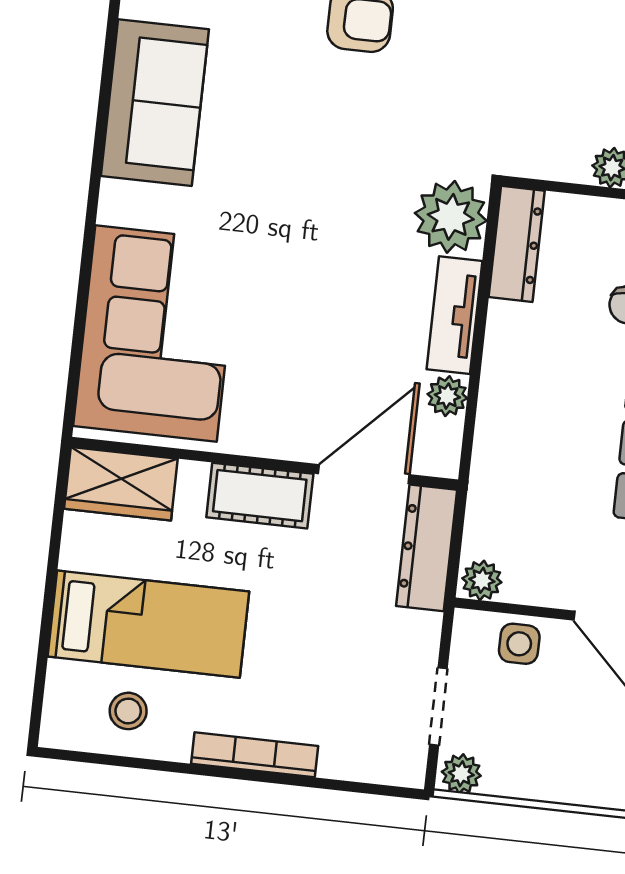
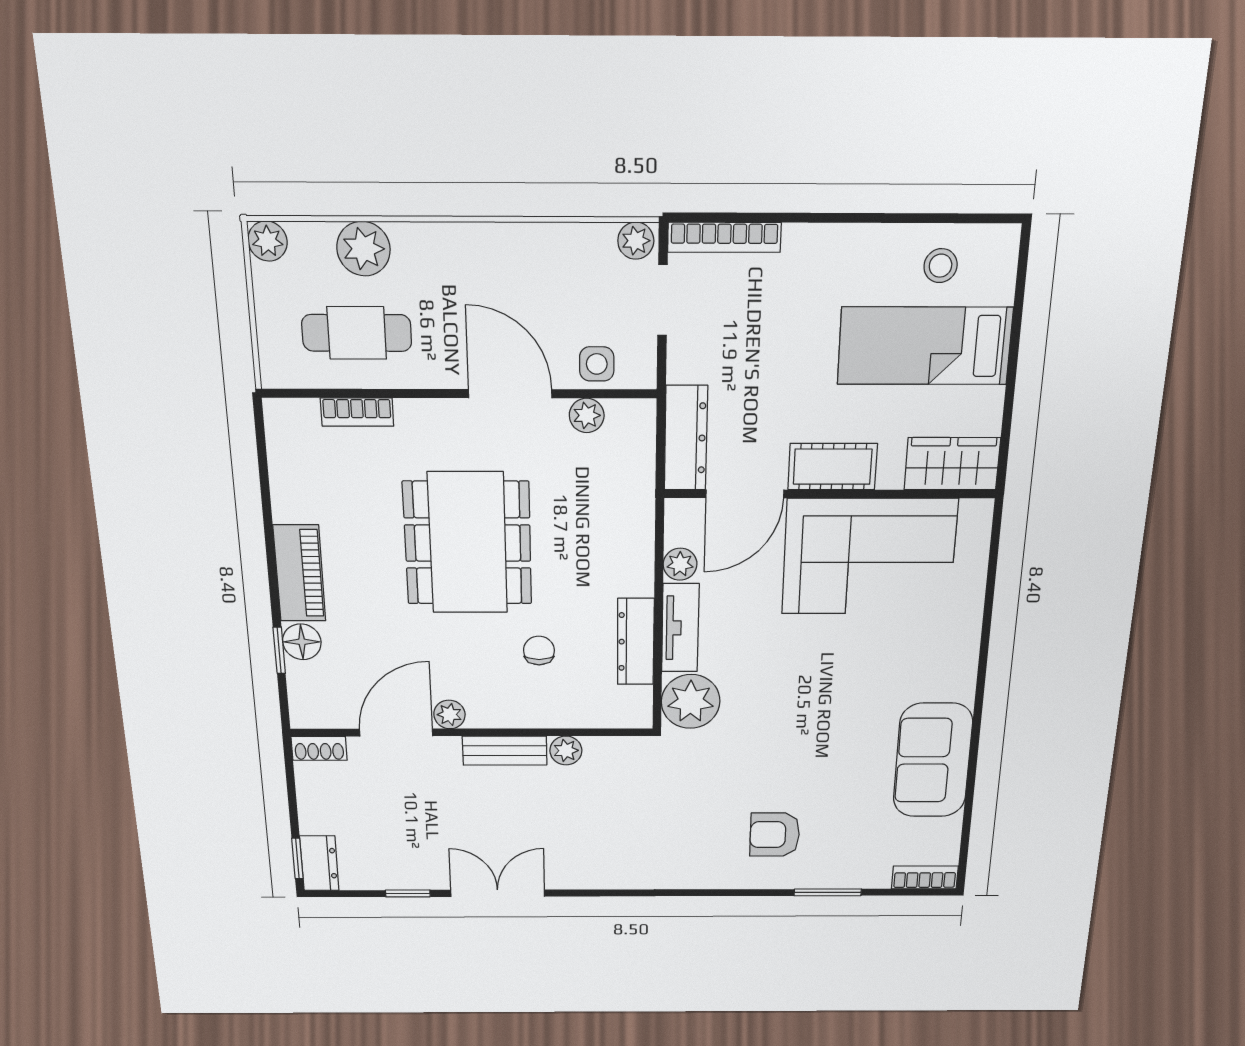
dresser: (517, 244) -> (636, 642), moved
corner sofa: (156, 334) -> (869, 557), moved, turned -90
plant: (482, 580) -> (587, 415), moved
bookcase: (255, 755) -> (724, 237), moved

